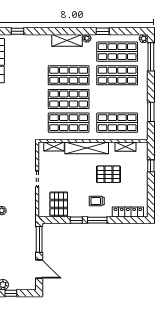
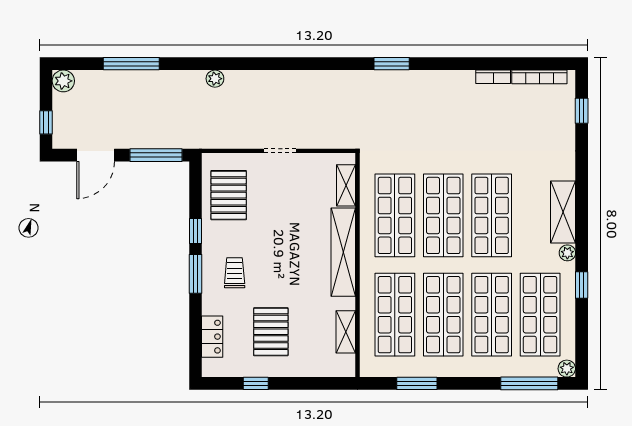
shop shelf: (117, 99) -> (443, 315), added
window: (151, 166) -> (256, 383), moved
pallet: (108, 174) -> (271, 332), moved
pallet: (59, 204) -> (229, 195), turned 90
locker: (128, 212) -> (212, 337), width x0.66
window: (11, 293) -> (46, 122), moved

